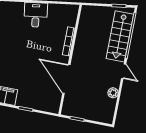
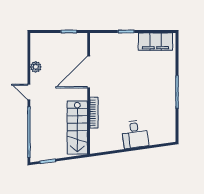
stairs: (120, 36) -> (77, 128), moved, turned 180
door: (66, 79) -> (89, 72), swing flipped

